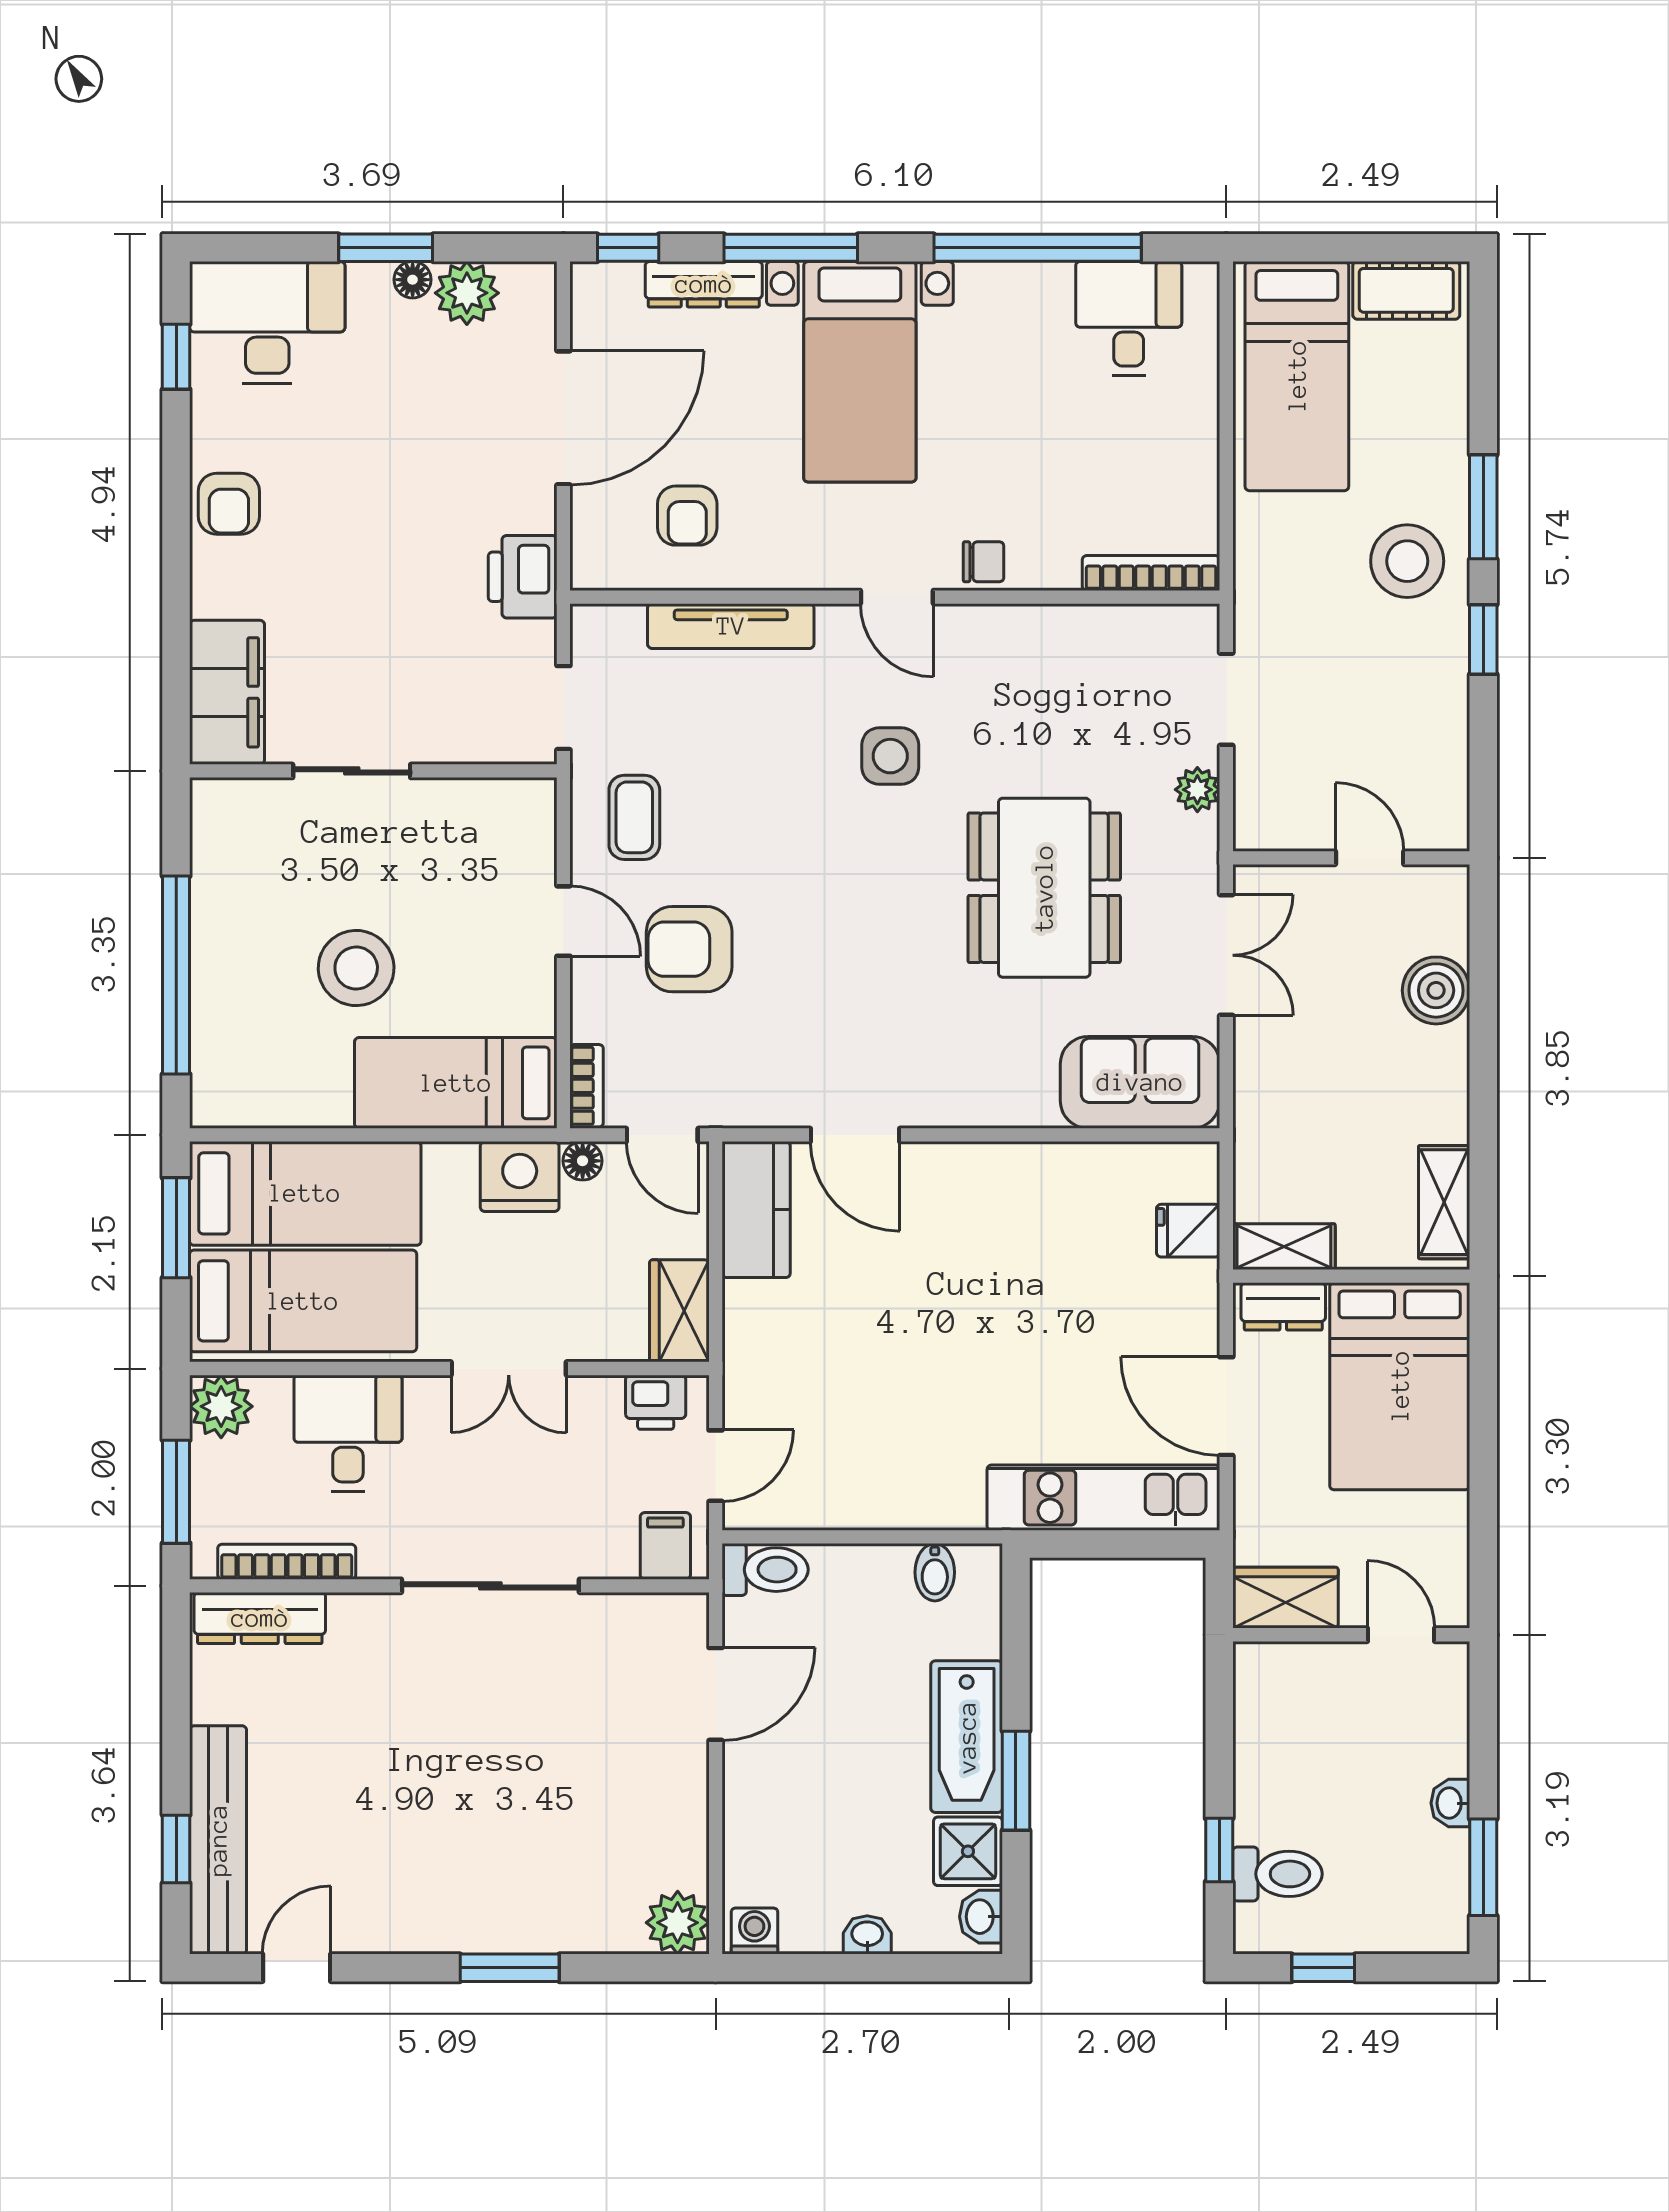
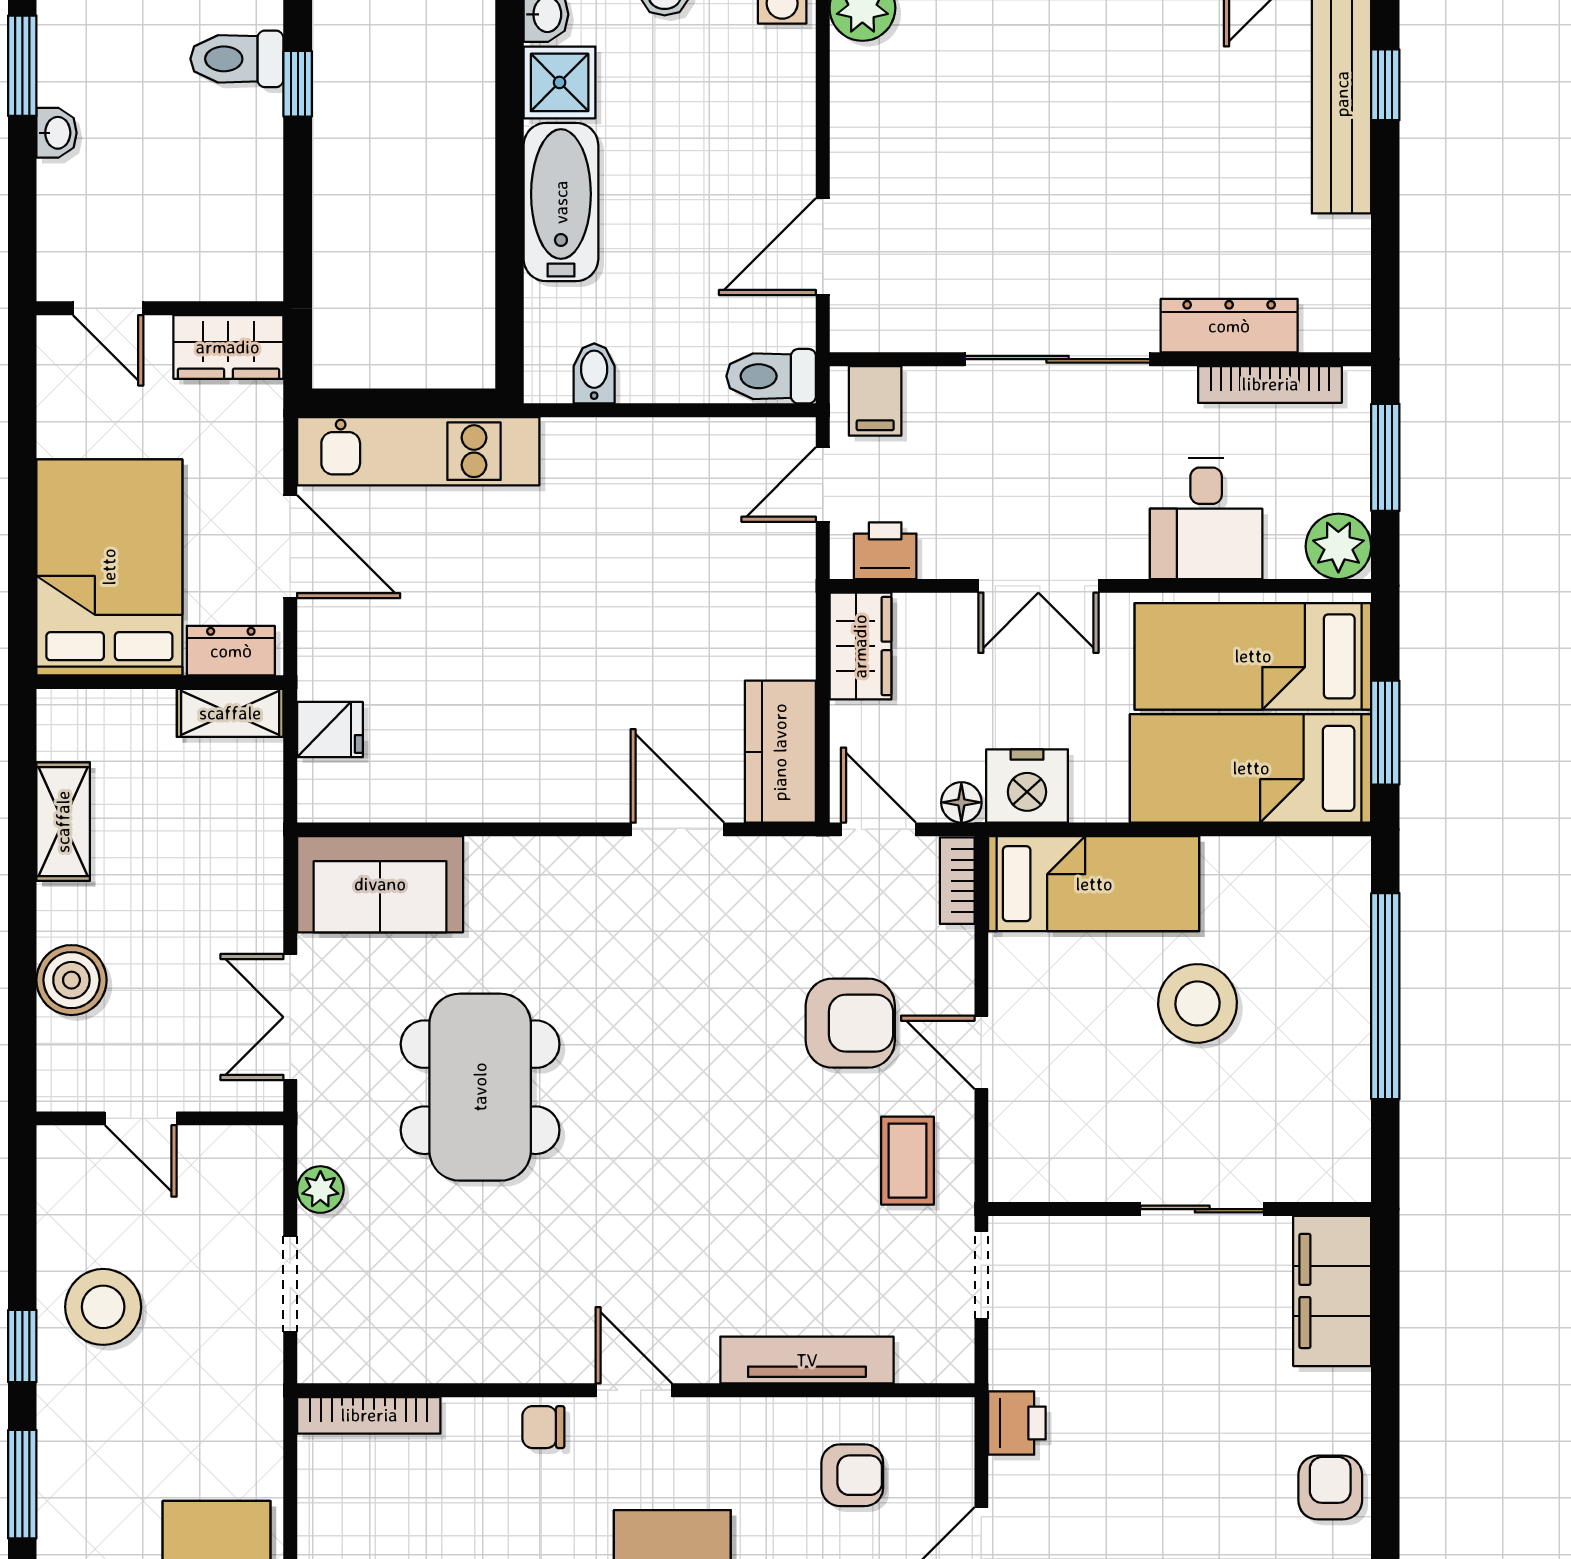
armchair: (687, 516) -> (852, 1475), turned 90
stool: (1407, 561) -> (103, 1307), moved
printer: (523, 577) -> (1017, 1423), width x0.73, depth x0.81
side table: (890, 756) -> (641, 1225), removed
shelving: (1444, 1202) -> (63, 822), moved
double door: (509, 1369) -> (1038, 586), swing flipped
dresser: (260, 1618) -> (1229, 326), moved
window: (1016, 1781) -> (509, 156), removed

